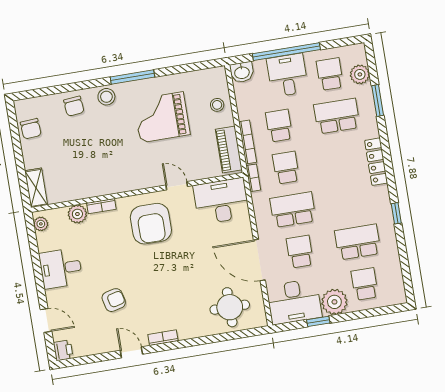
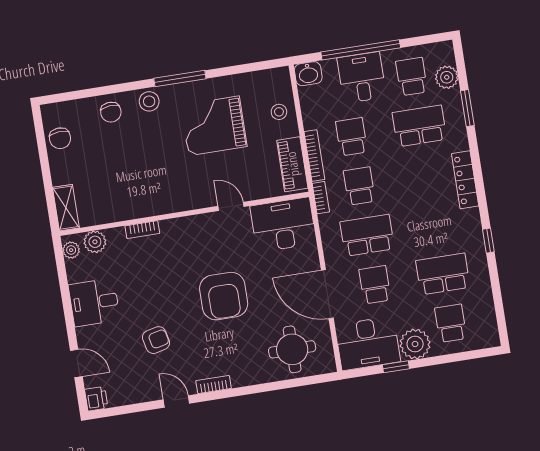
plant: (77, 214) -> (95, 242), moved
armchair: (151, 224) -> (224, 296), moved

